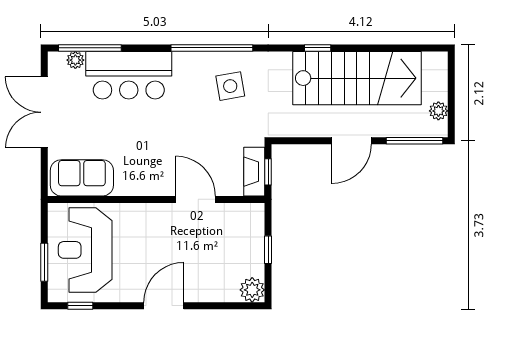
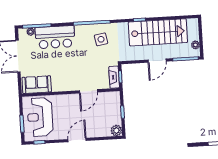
door: (196, 199) -> (88, 91), swing flipped

